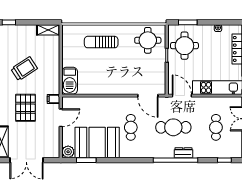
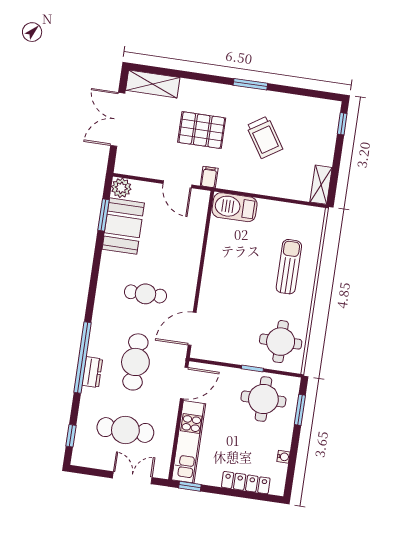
cafe table: (216, 127) -> (125, 430), width x1.37, depth x1.35
booth: (97, 143) -> (123, 226), width x0.73, depth x0.70

